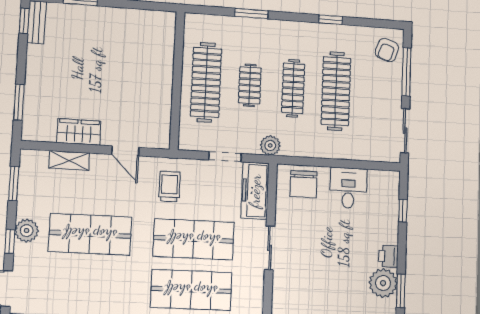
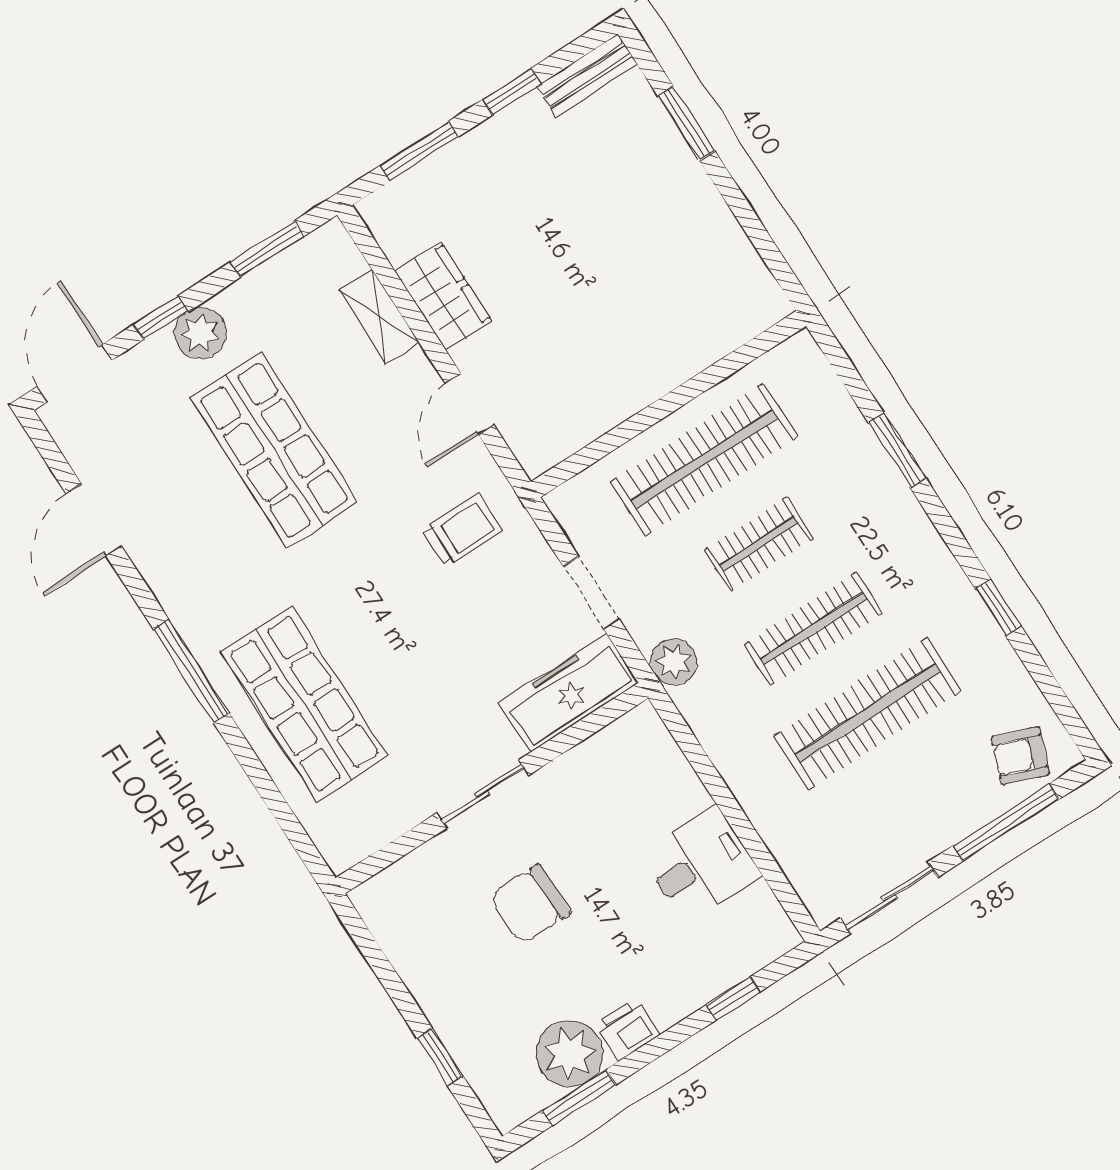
window: (24, 21) -> (512, 92), moved
chair: (303, 184) -> (530, 904), moved
shop shelf: (194, 239) -> (398, 643), removed

